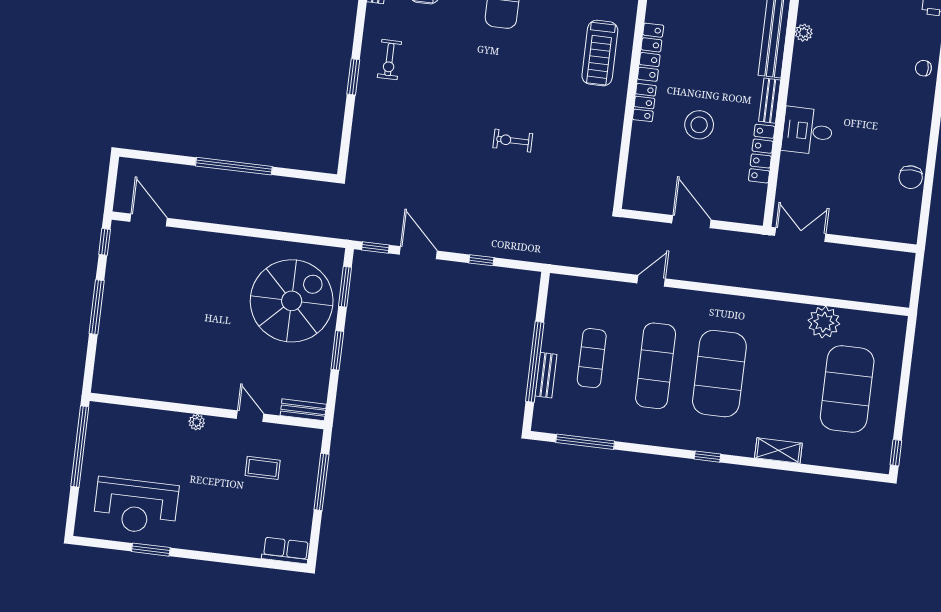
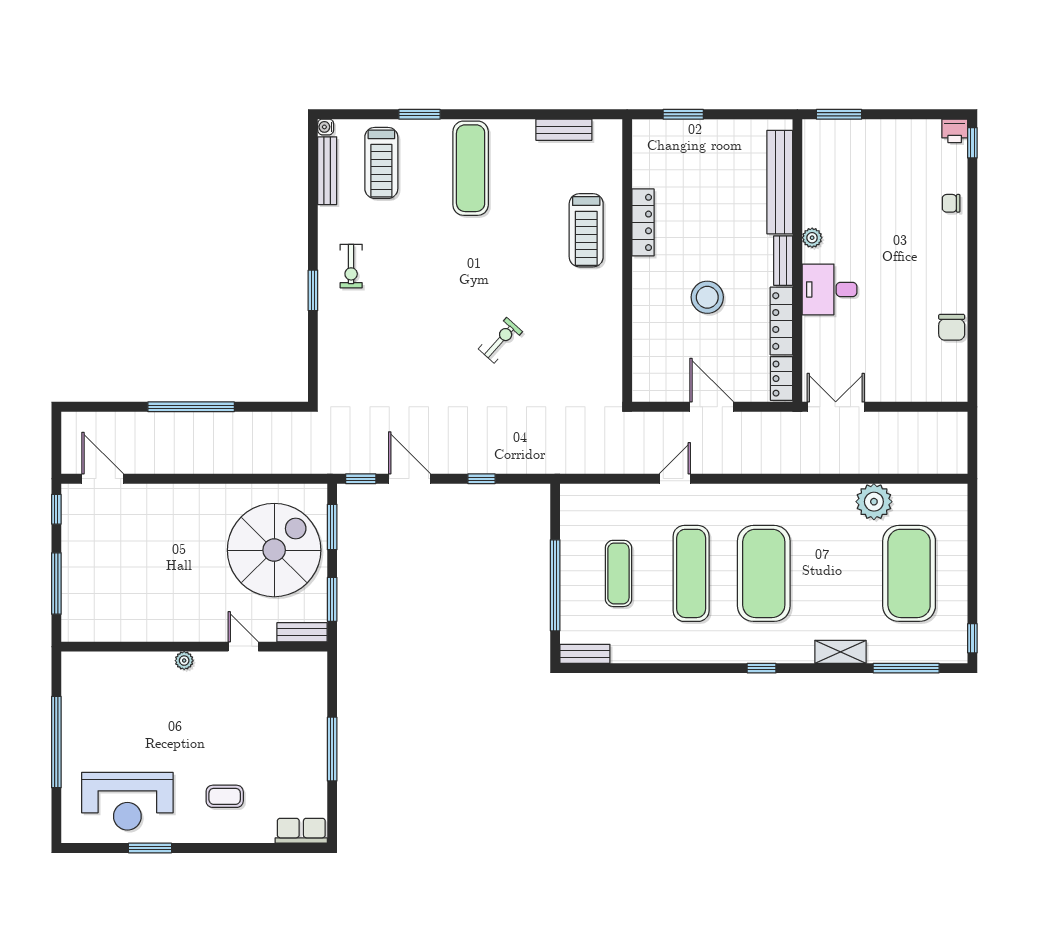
plant: (804, 33) -> (812, 238), moved
locker: (644, 103) -> (782, 379), moved, turned 180
exercise bike: (513, 141) -> (500, 340), turned 132
bench: (546, 375) -> (585, 654), moved, turned 90
bench: (303, 410) -> (302, 632), moved
wall: (207, 411) -> (194, 647), moved
door: (250, 416) -> (243, 647), moved
plant: (197, 422) -> (184, 661), moved
window: (585, 442) -> (906, 668), moved
coffee table: (263, 468) -> (225, 796), moved

